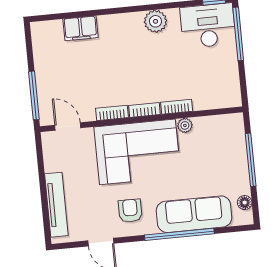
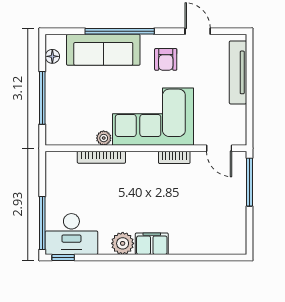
filing cabinet: (80, 28) -> (152, 244), moved
bookcase: (177, 107) -> (101, 157), width x1.56
bookcase: (144, 110) -> (142, 157), removed

